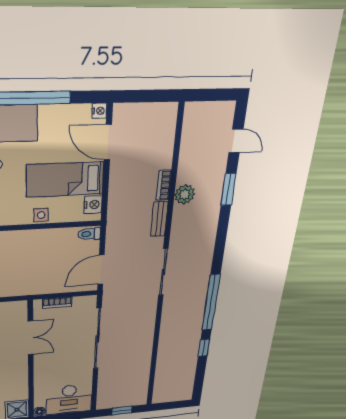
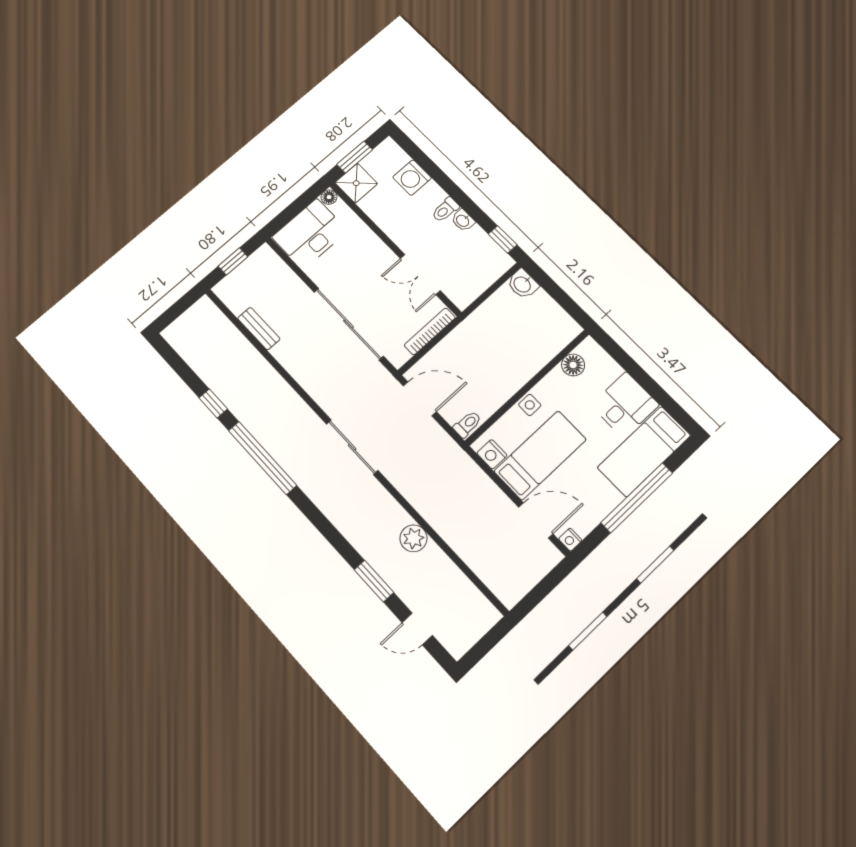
bookcase: (164, 185) -> (443, 529), removed
bench: (159, 219) -> (259, 329), moved
door: (101, 270) -> (420, 399), hinge flipped
bookcase: (57, 303) -> (430, 331), width x1.56

